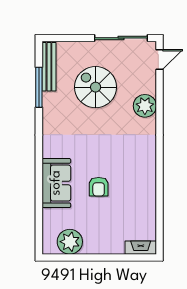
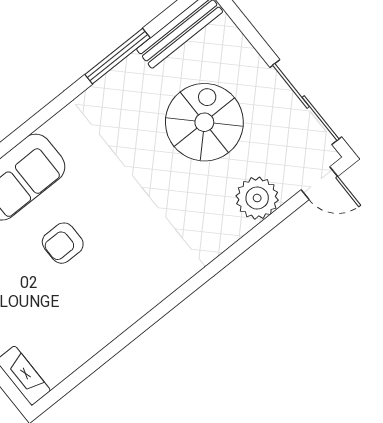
window: (39, 87) -> (118, 56), moved
plant: (145, 106) -> (257, 198), moved

